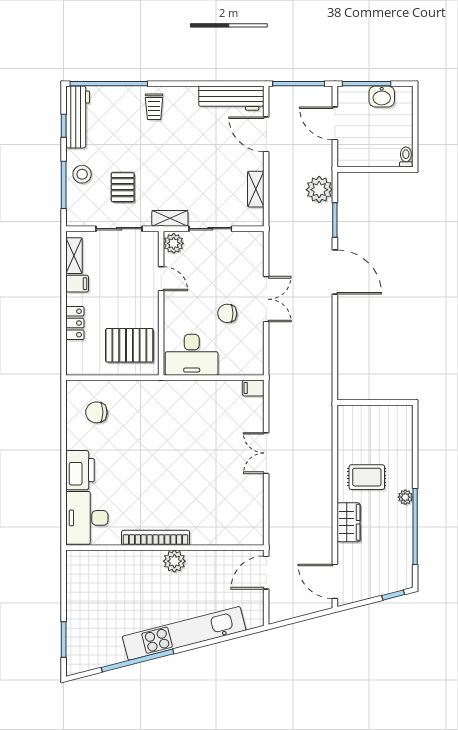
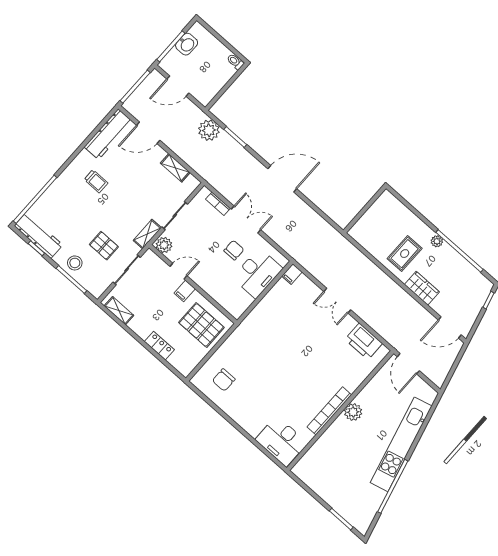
trolley: (154, 107) -> (96, 181), moved
bookcase: (258, 260) -> (218, 204), added
door: (335, 272) -> (282, 179), moved
filing cabinet: (77, 284) -> (185, 291), moved, turned 180
chair: (227, 313) -> (234, 250), turned 180
pallet: (129, 345) -> (201, 325), turned 90
desk: (192, 355) -> (257, 273), moved
printer: (80, 470) -> (364, 341), moved, turned 180

